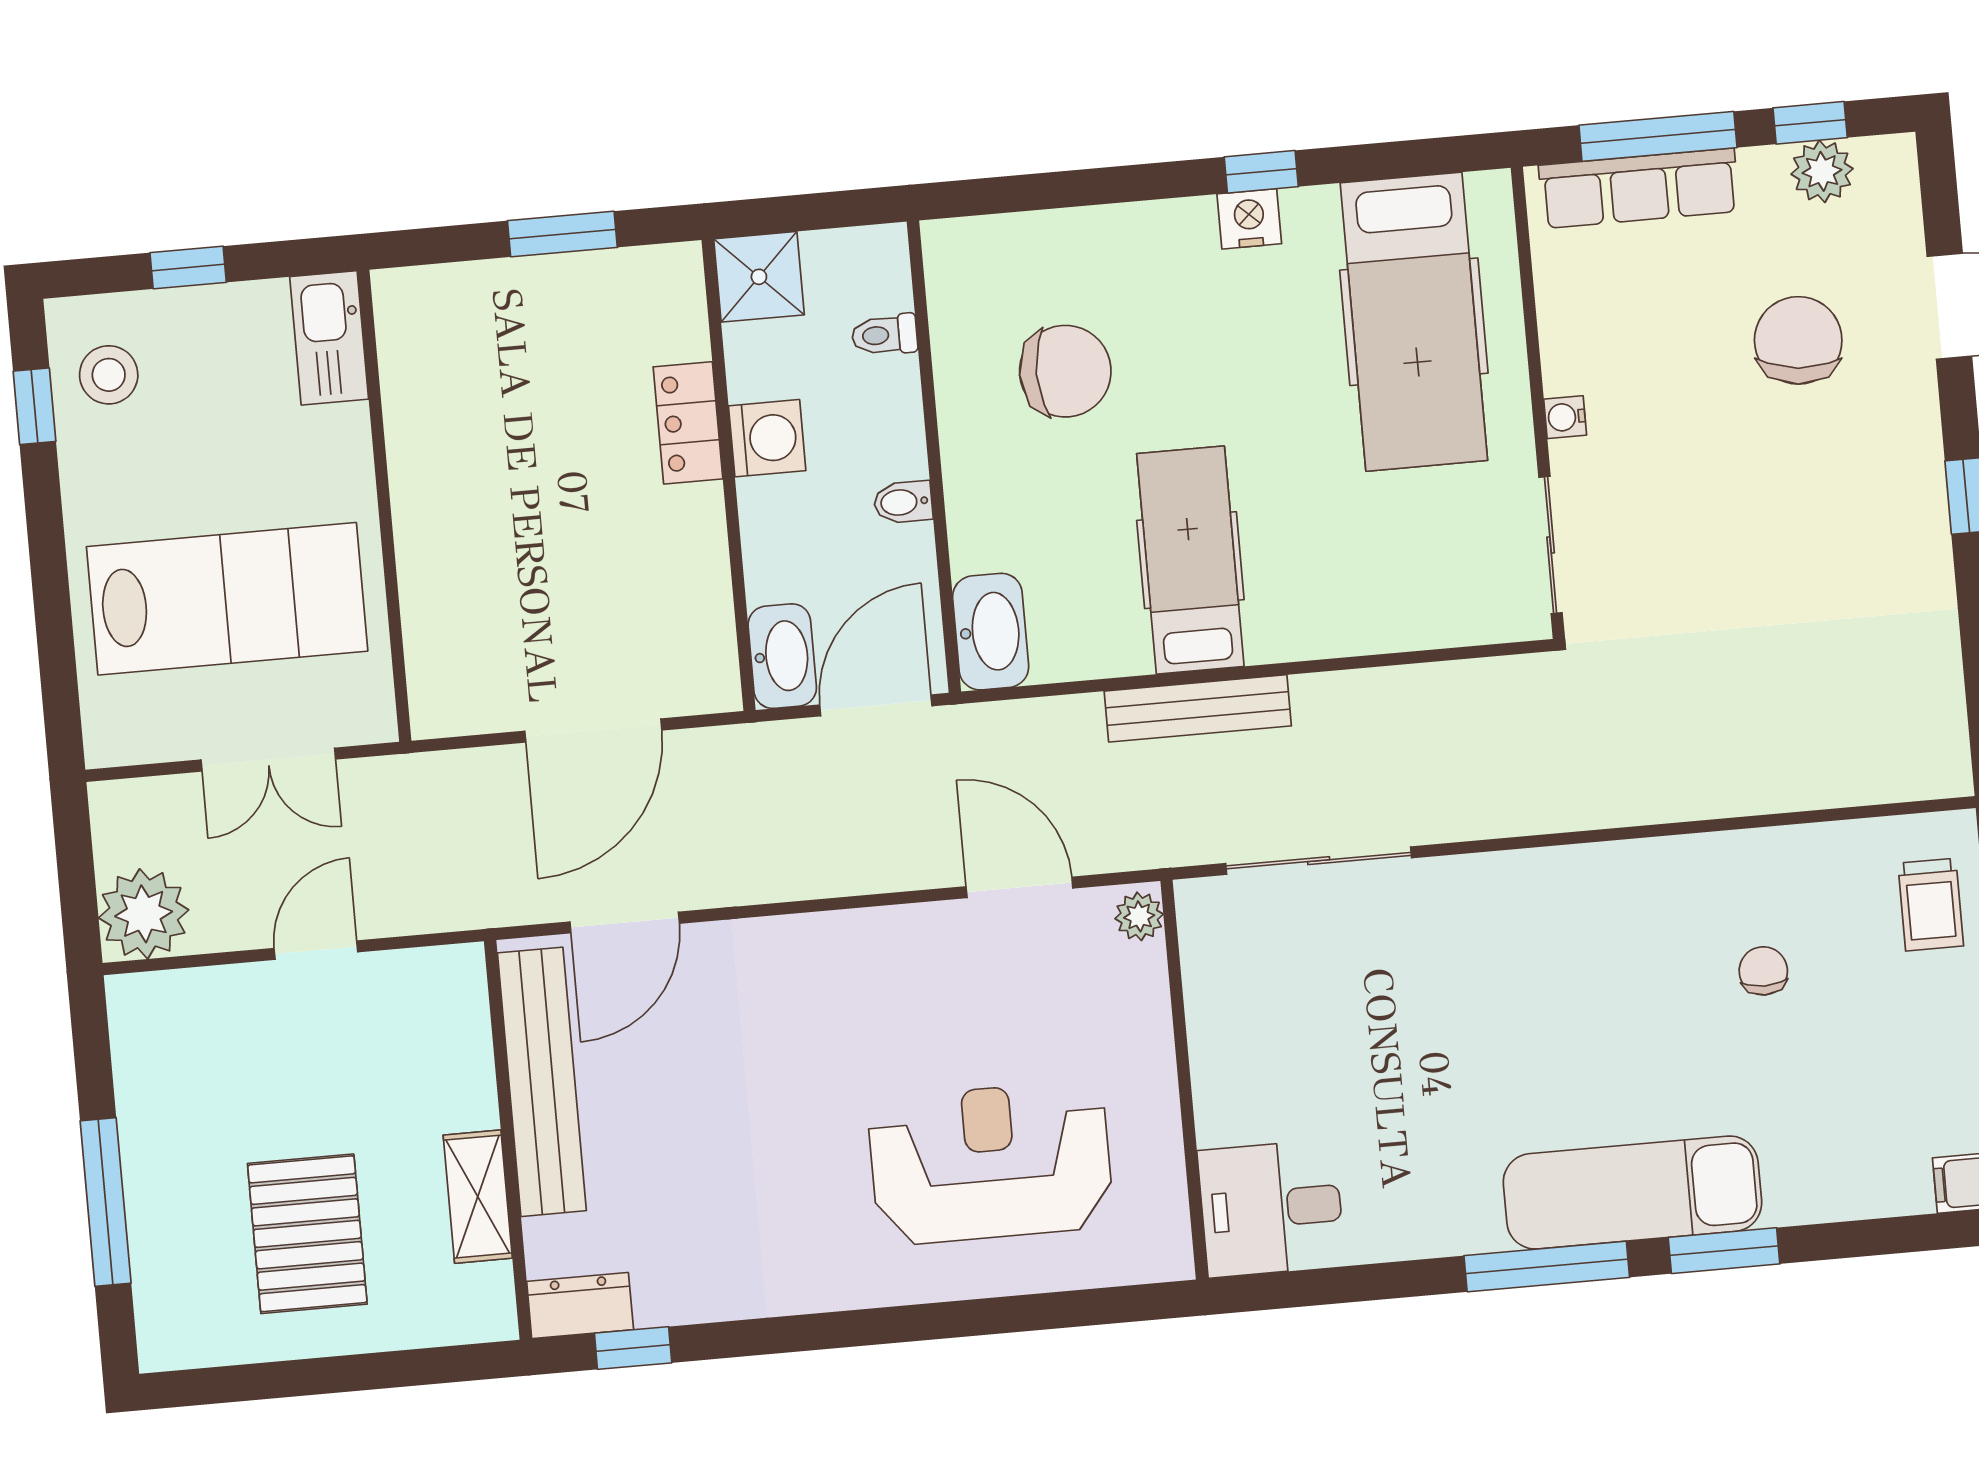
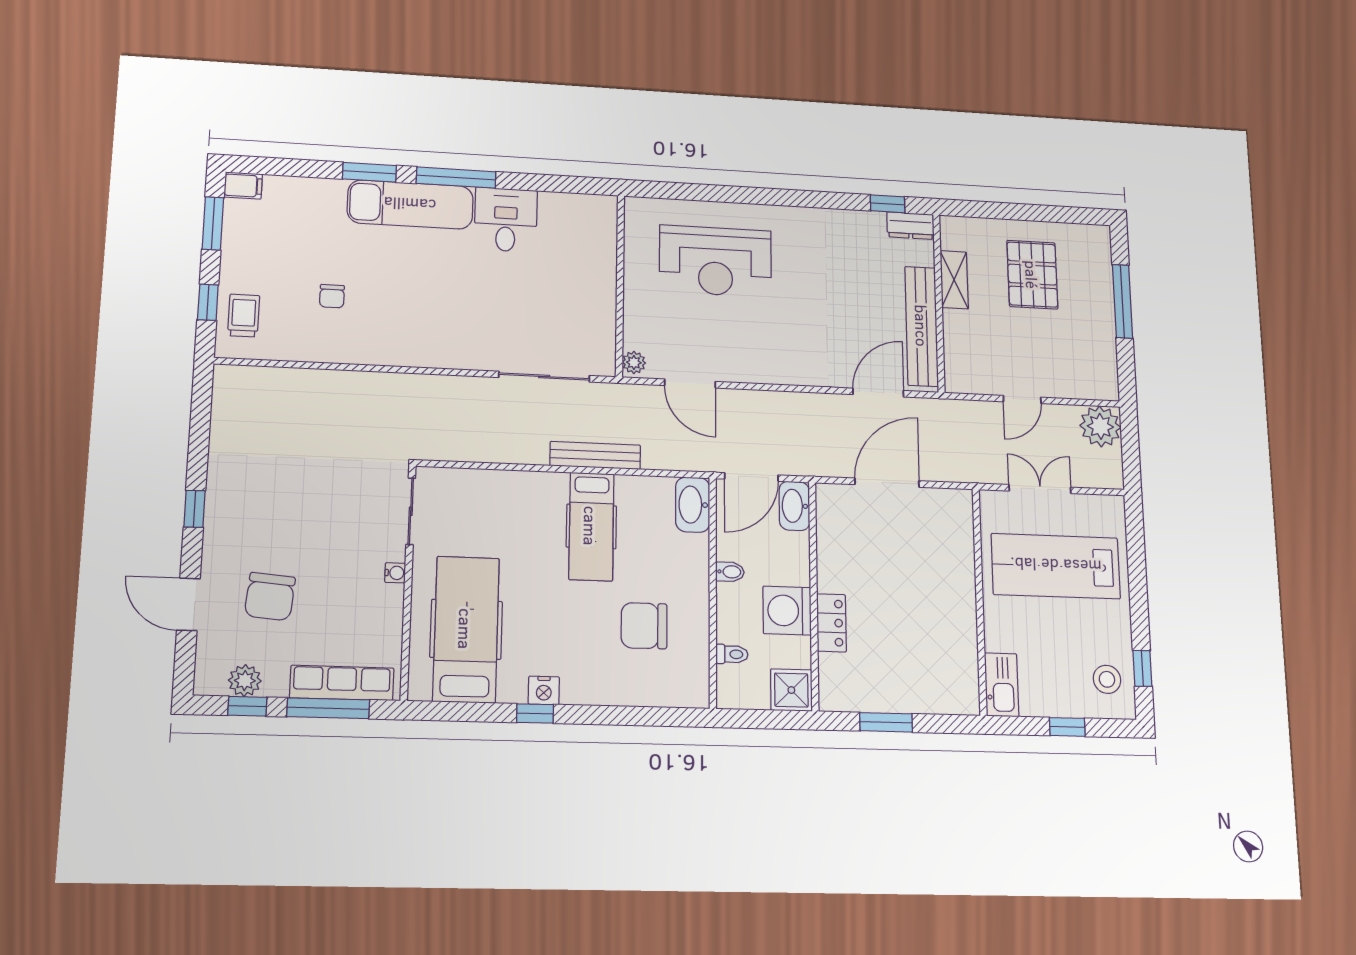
washing machine: (767, 438) -> (787, 611), width x1.37, depth x1.37
desk: (1271, 1208) -> (506, 220), moved, turned -90

